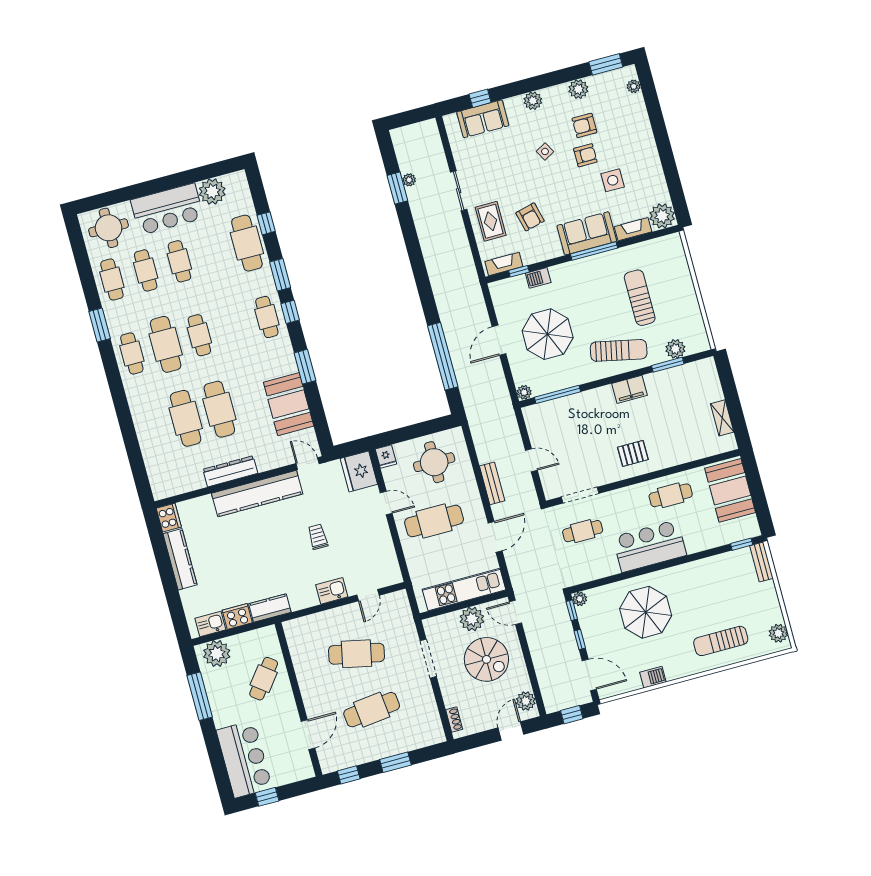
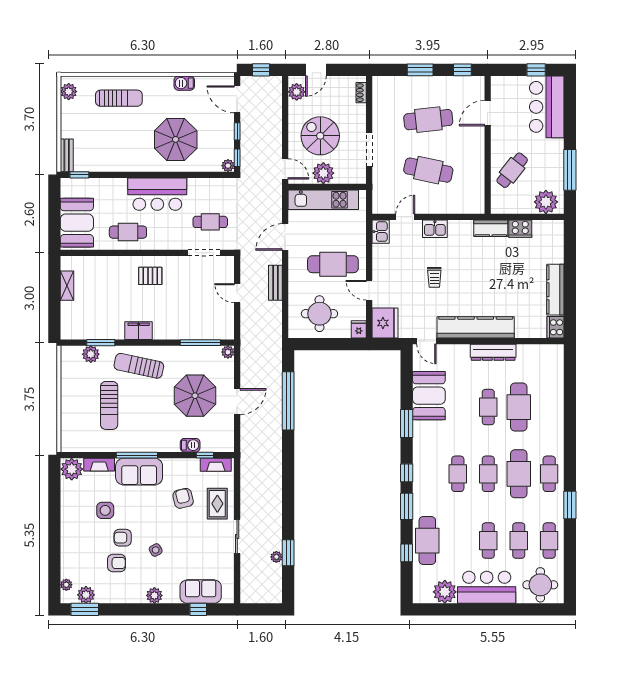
plant: (578, 89) -> (86, 595), moved
cafe table: (267, 317) -> (458, 474), moved
cafe table: (219, 409) -> (488, 407), width x0.73, depth x0.74
kitchen sink: (210, 624) -> (381, 232), moved, turned -90

